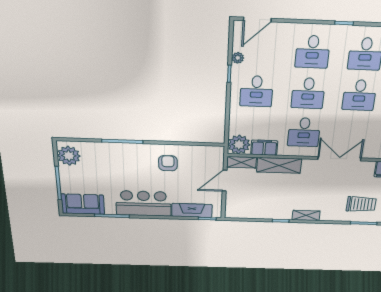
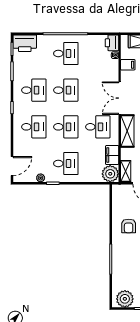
door: (257, 19) -> (12, 166), hinge flipped
armchair: (168, 163) -> (129, 226), turned -90
shelving: (279, 165) -> (127, 131), moved

